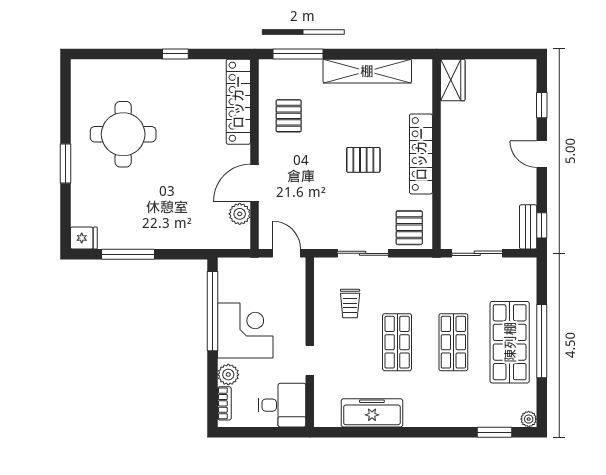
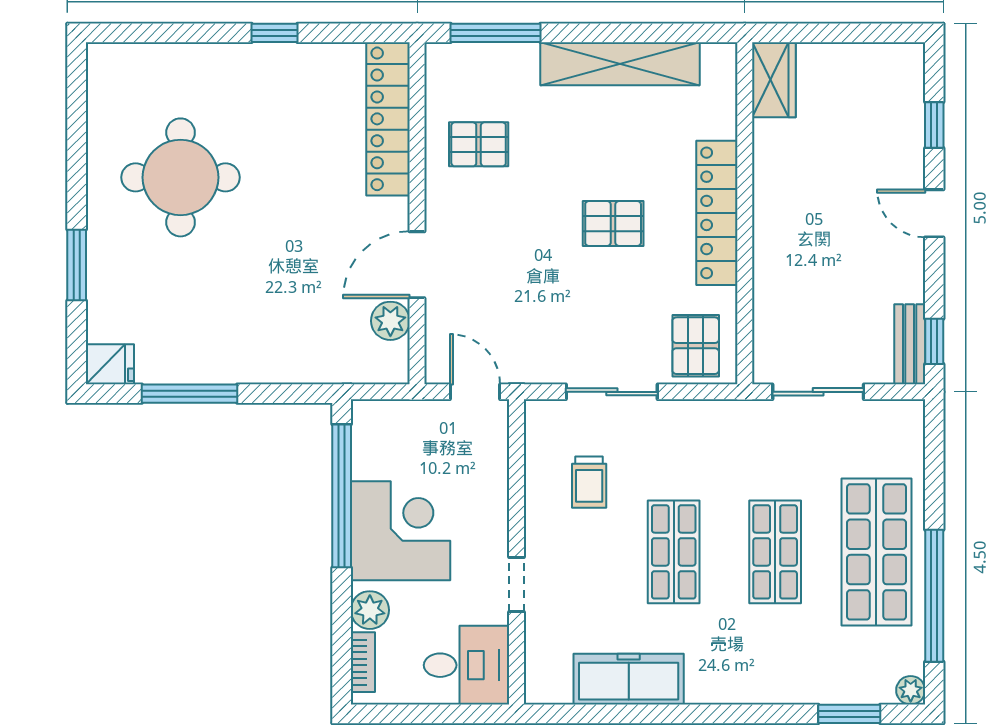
pallet: (289, 116) -> (479, 144), turned 90
window: (65, 163) -> (77, 265), moved
window: (542, 341) -> (934, 596), moved

